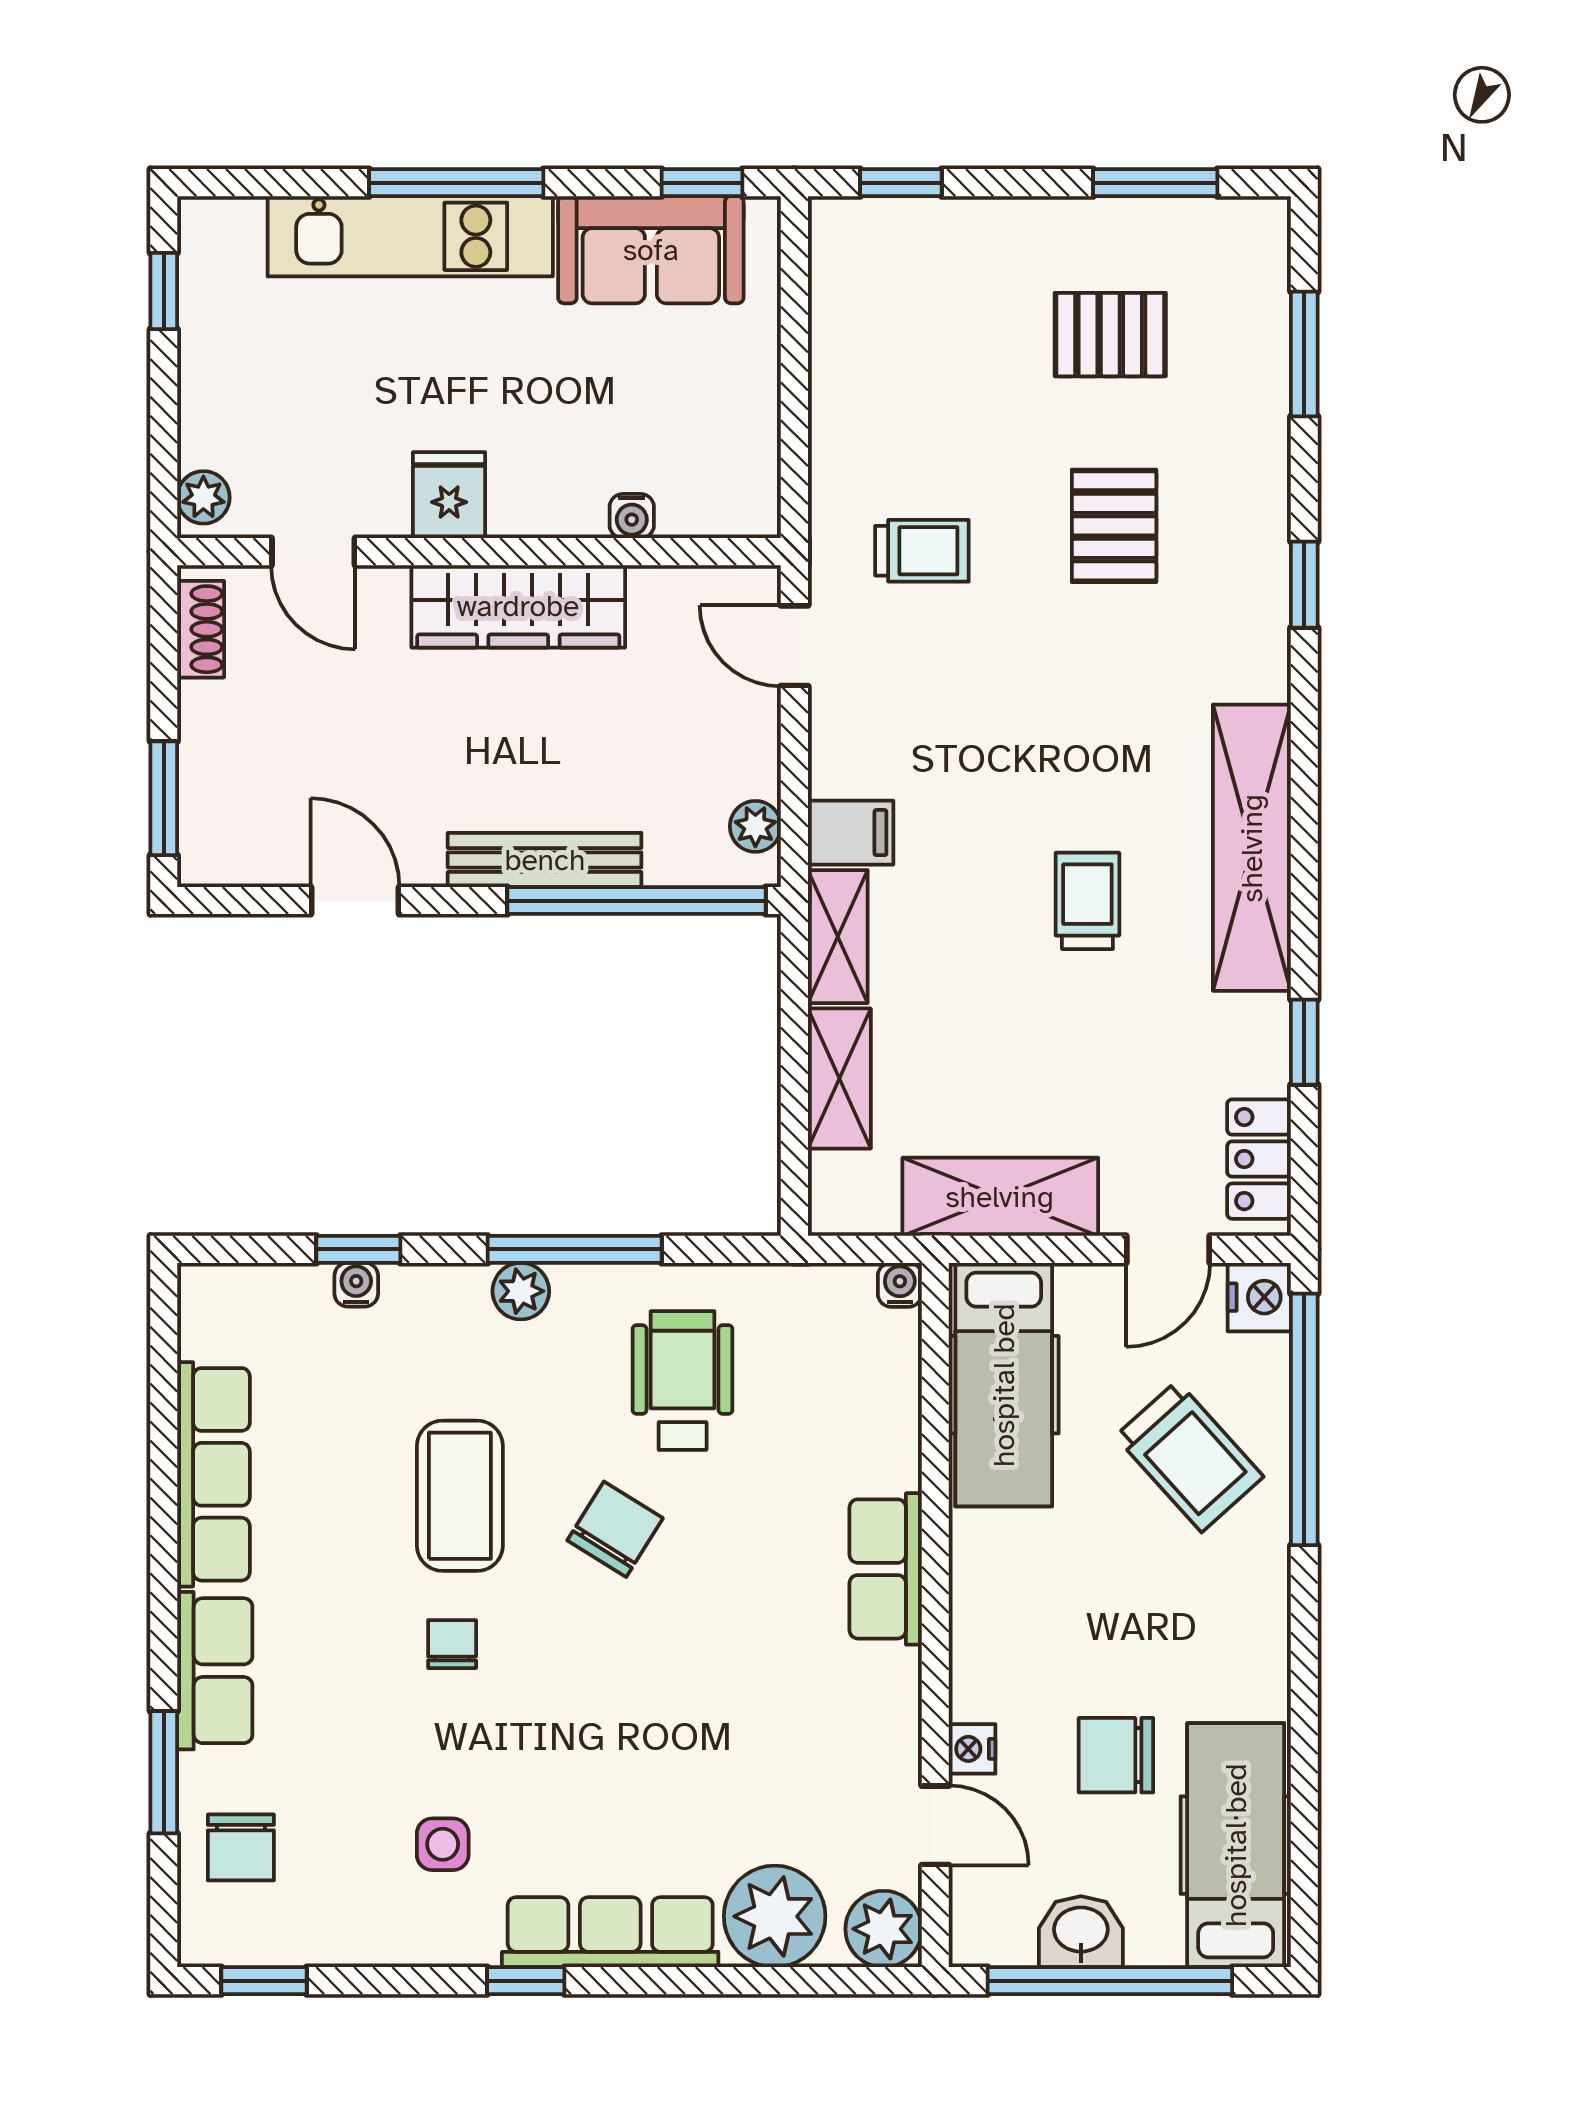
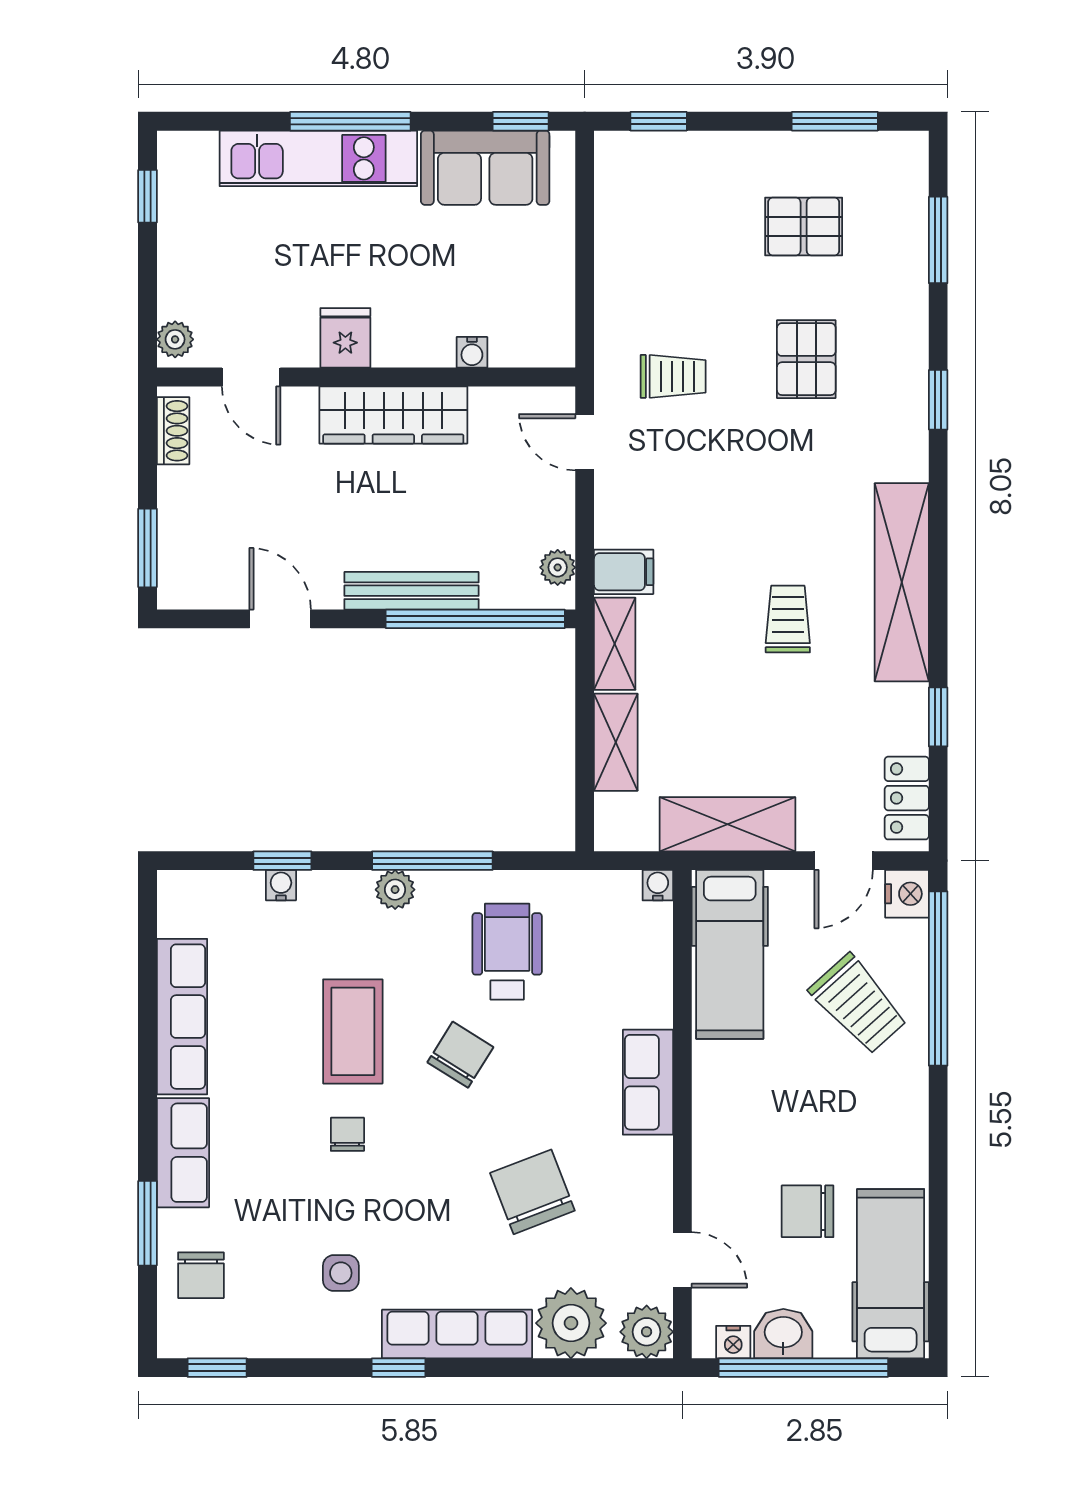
chair: (719, 1727) -> (532, 1192), added
nightstand: (972, 1749) -> (733, 1342), moved, turned -90

